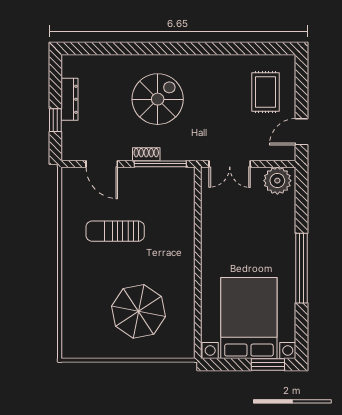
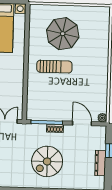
plant: (69, 174) -> (102, 118), added
sun lounger: (115, 231) -> (54, 67), moved

